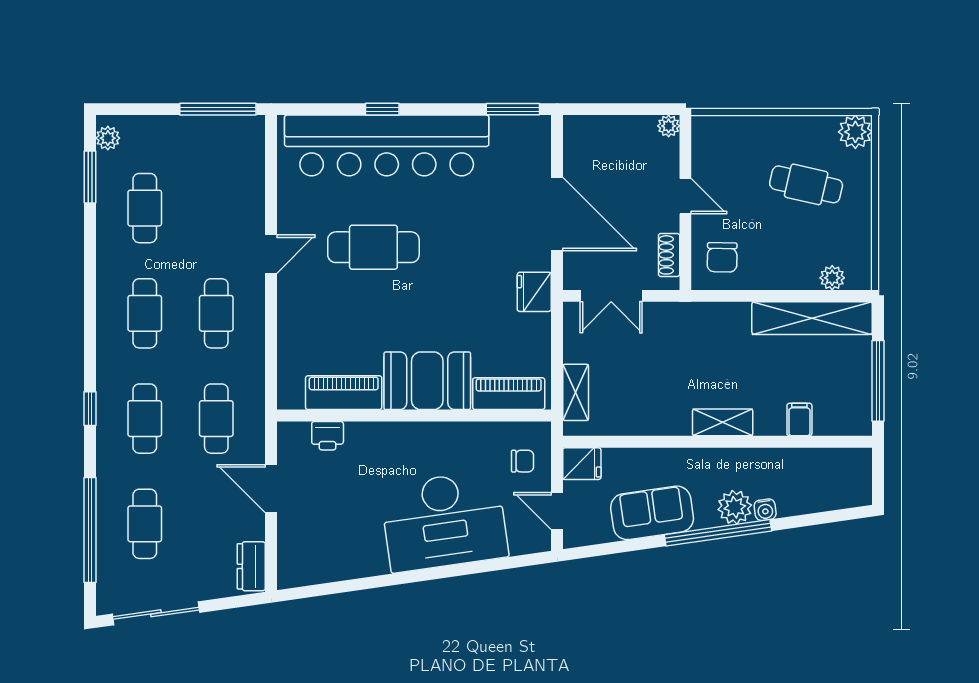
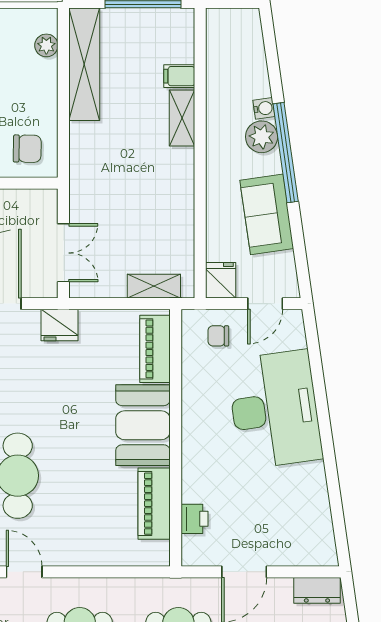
shoe rack: (669, 255) -> (25, 198), removed
shelving: (723, 422) -> (182, 118), moved
chair: (523, 461) -> (218, 336), turned -90

